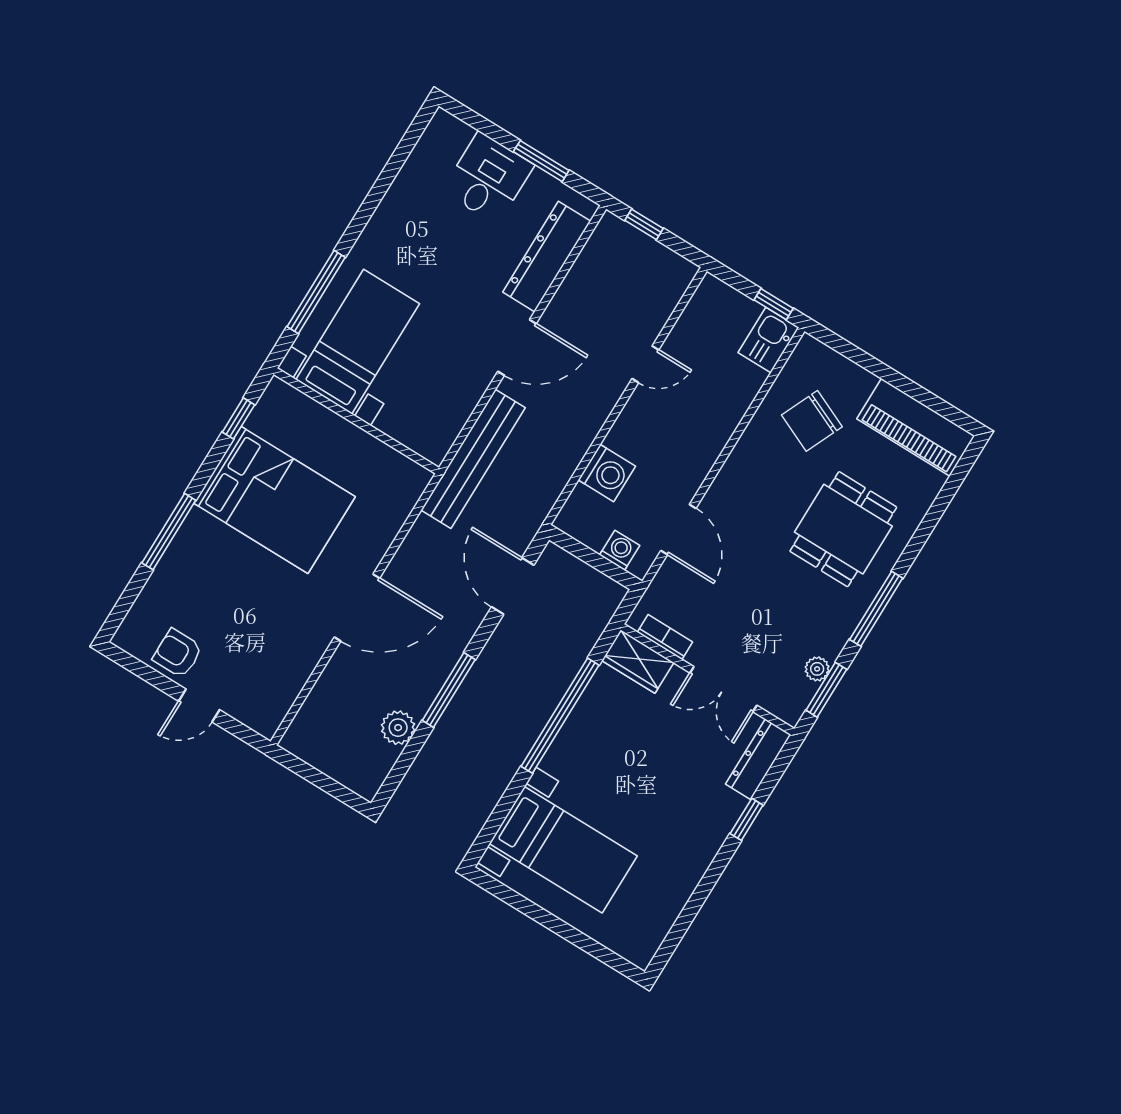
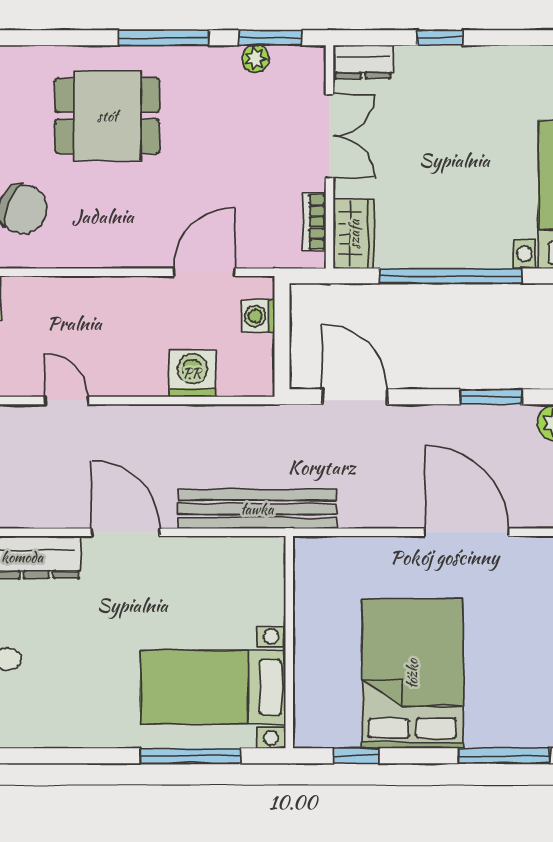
door: (513, 586) -> (355, 397), swing flipped
window: (449, 690) -> (491, 397), width x0.69
dresser: (758, 759) -> (363, 62), width x0.70

